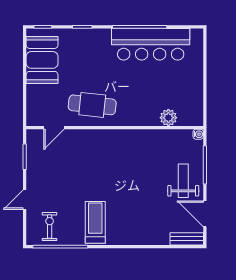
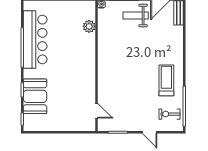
booth: (42, 60) -> (35, 96), moved, turned 90
cafe table: (92, 105) -> (80, 83), removed
treadmill: (95, 222) -> (166, 80), turned 90

